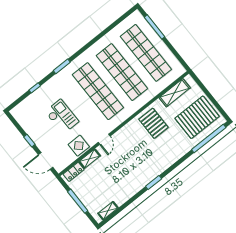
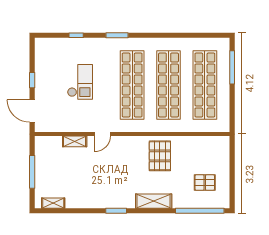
shelving: (175, 93) -> (154, 201), moved
pallet: (197, 117) -> (205, 183), width x0.49, depth x0.50
display table: (79, 146) -> (74, 121), removed
locker: (74, 172) -> (50, 142), removed

